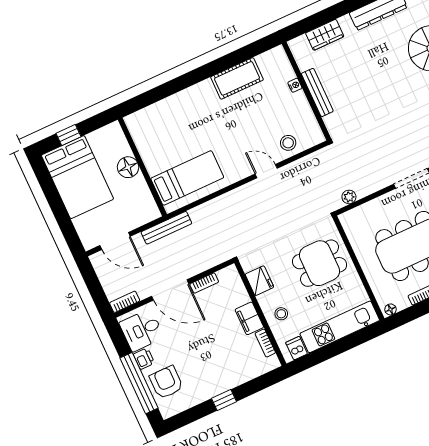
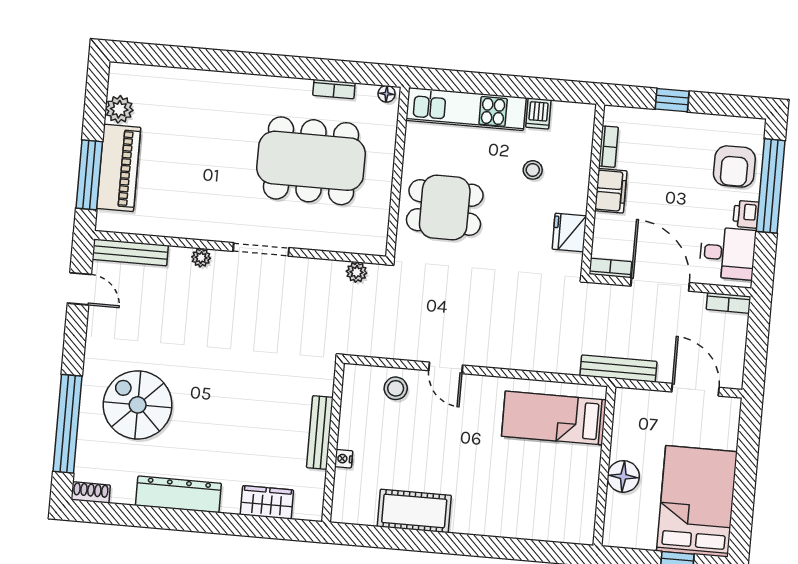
fridge: (259, 281) -> (569, 232), moved
wall: (260, 313) -> (593, 189), moved
filing cabinet: (249, 318) -> (611, 191), moved
bookcase: (265, 343) -> (608, 147), moved

